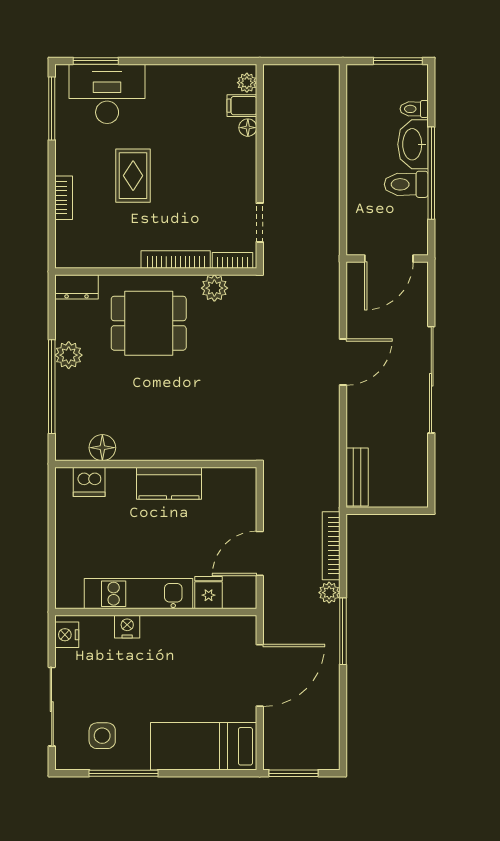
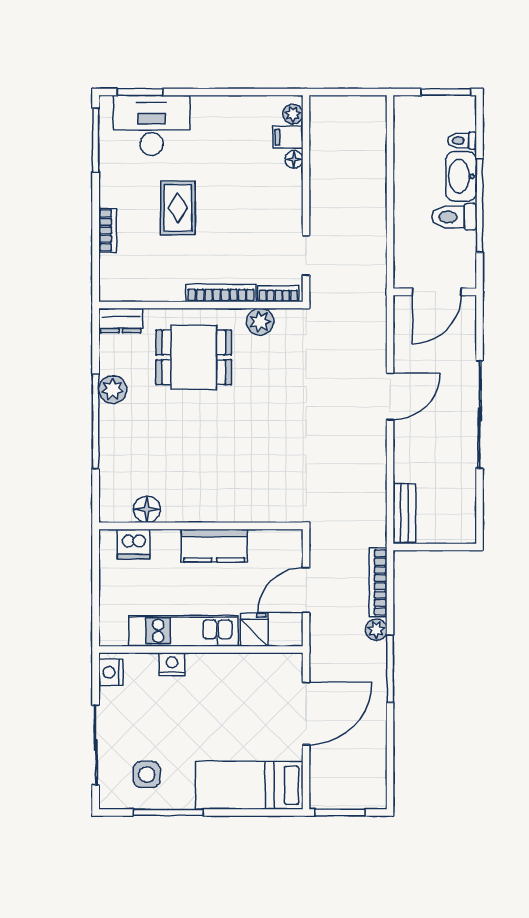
floor lamp: (102, 448) -> (147, 509), moved
wall: (156, 464) -> (201, 526), moved
dishwasher: (89, 482) -> (133, 544), moved
kitchen counter: (169, 483) -> (214, 545), moved

